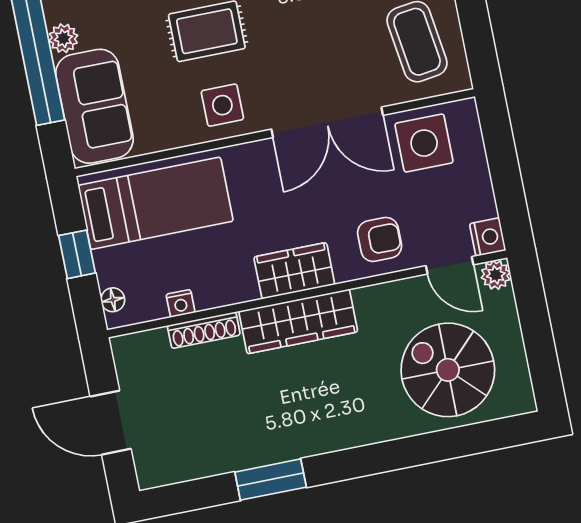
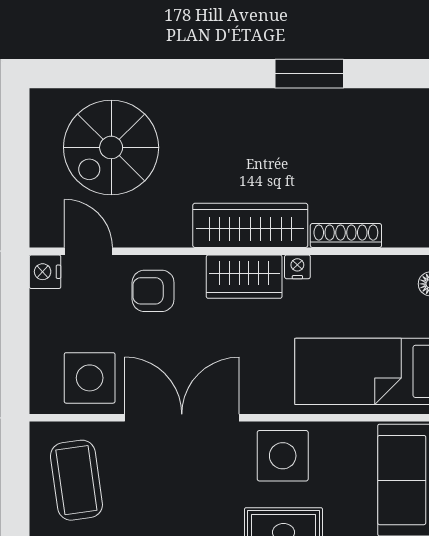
side table: (222, 105) -> (283, 456), width x1.37, depth x1.37
plant: (496, 275) -> (44, 232), removed
nightstand: (181, 303) -> (297, 267), moved
spiral stairs: (448, 370) -> (111, 147), turned 90

